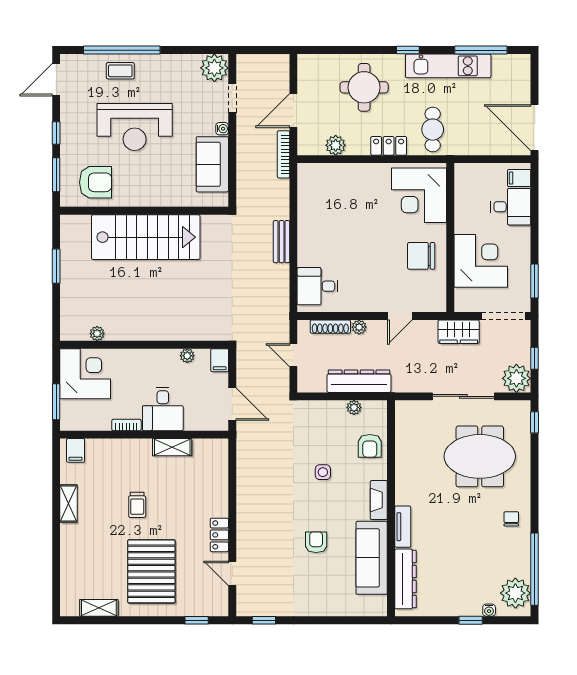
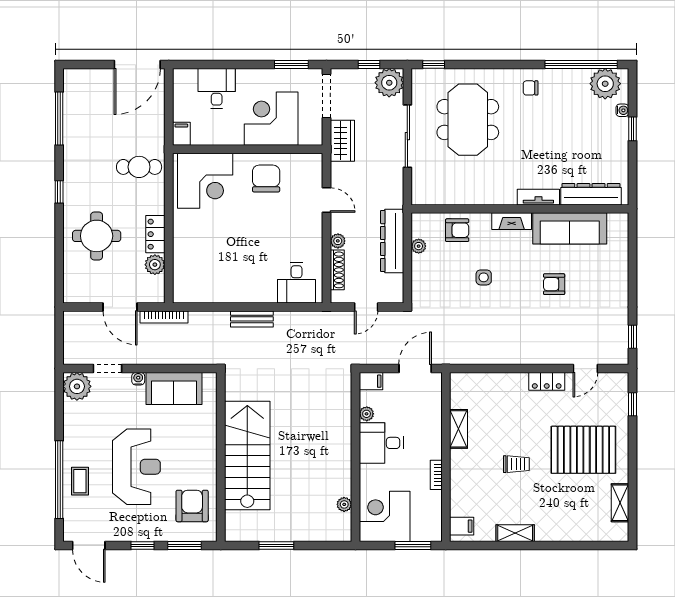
kitchen unit: (448, 66) -> (75, 151), removed
locker: (389, 146) -> (155, 234), moved
filing cabinet: (519, 178) -> (181, 134), moved, turned 180
chair: (421, 256) -> (266, 179), turned 180
desk: (163, 409) -> (381, 443), moved, turned 180

